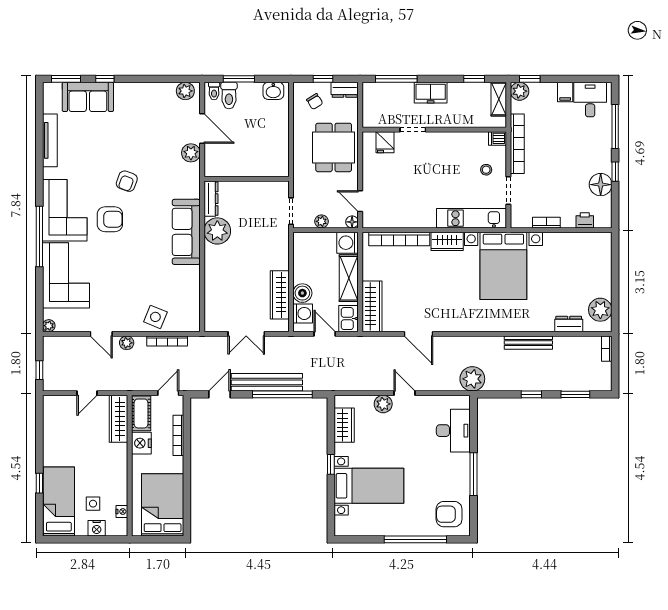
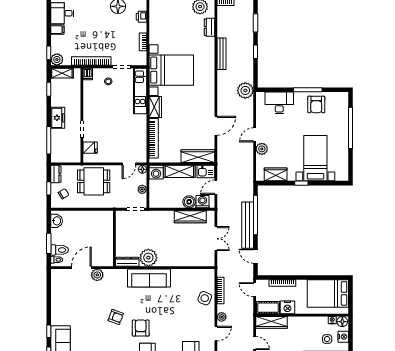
plant: (185, 91) -> (57, 279), removed
armchair: (449, 514) -> (316, 104), moved
floor lamp: (120, 527) -> (342, 322), added

